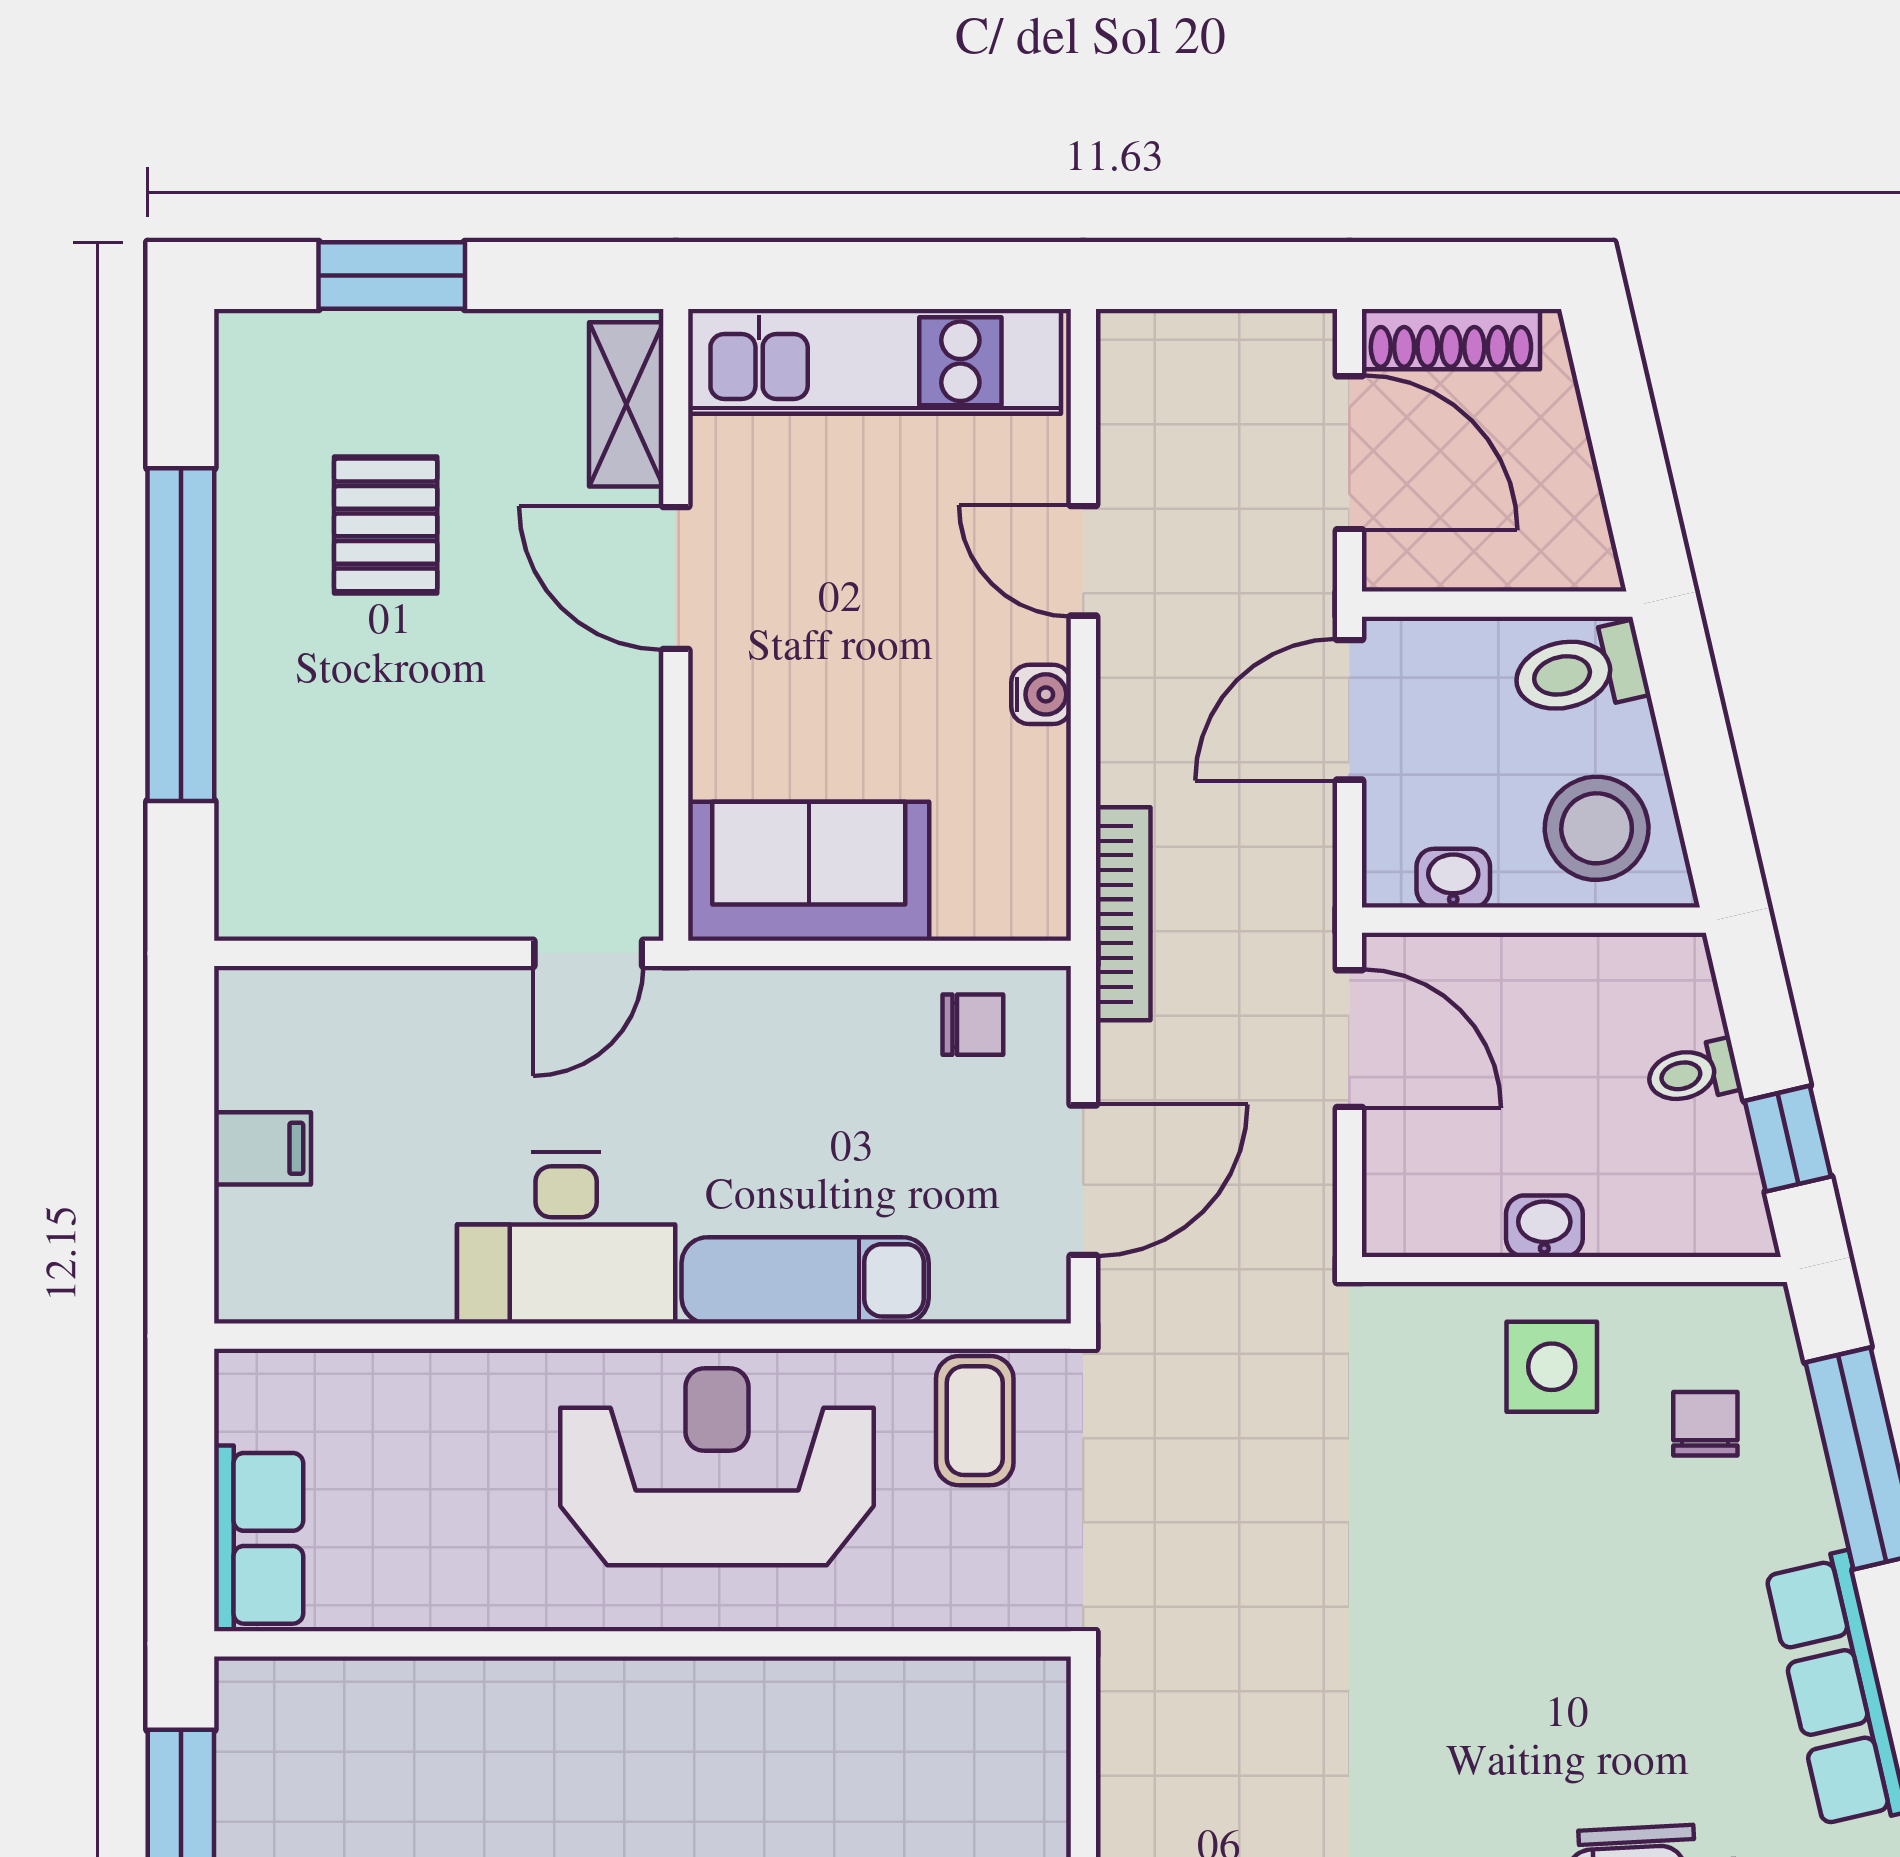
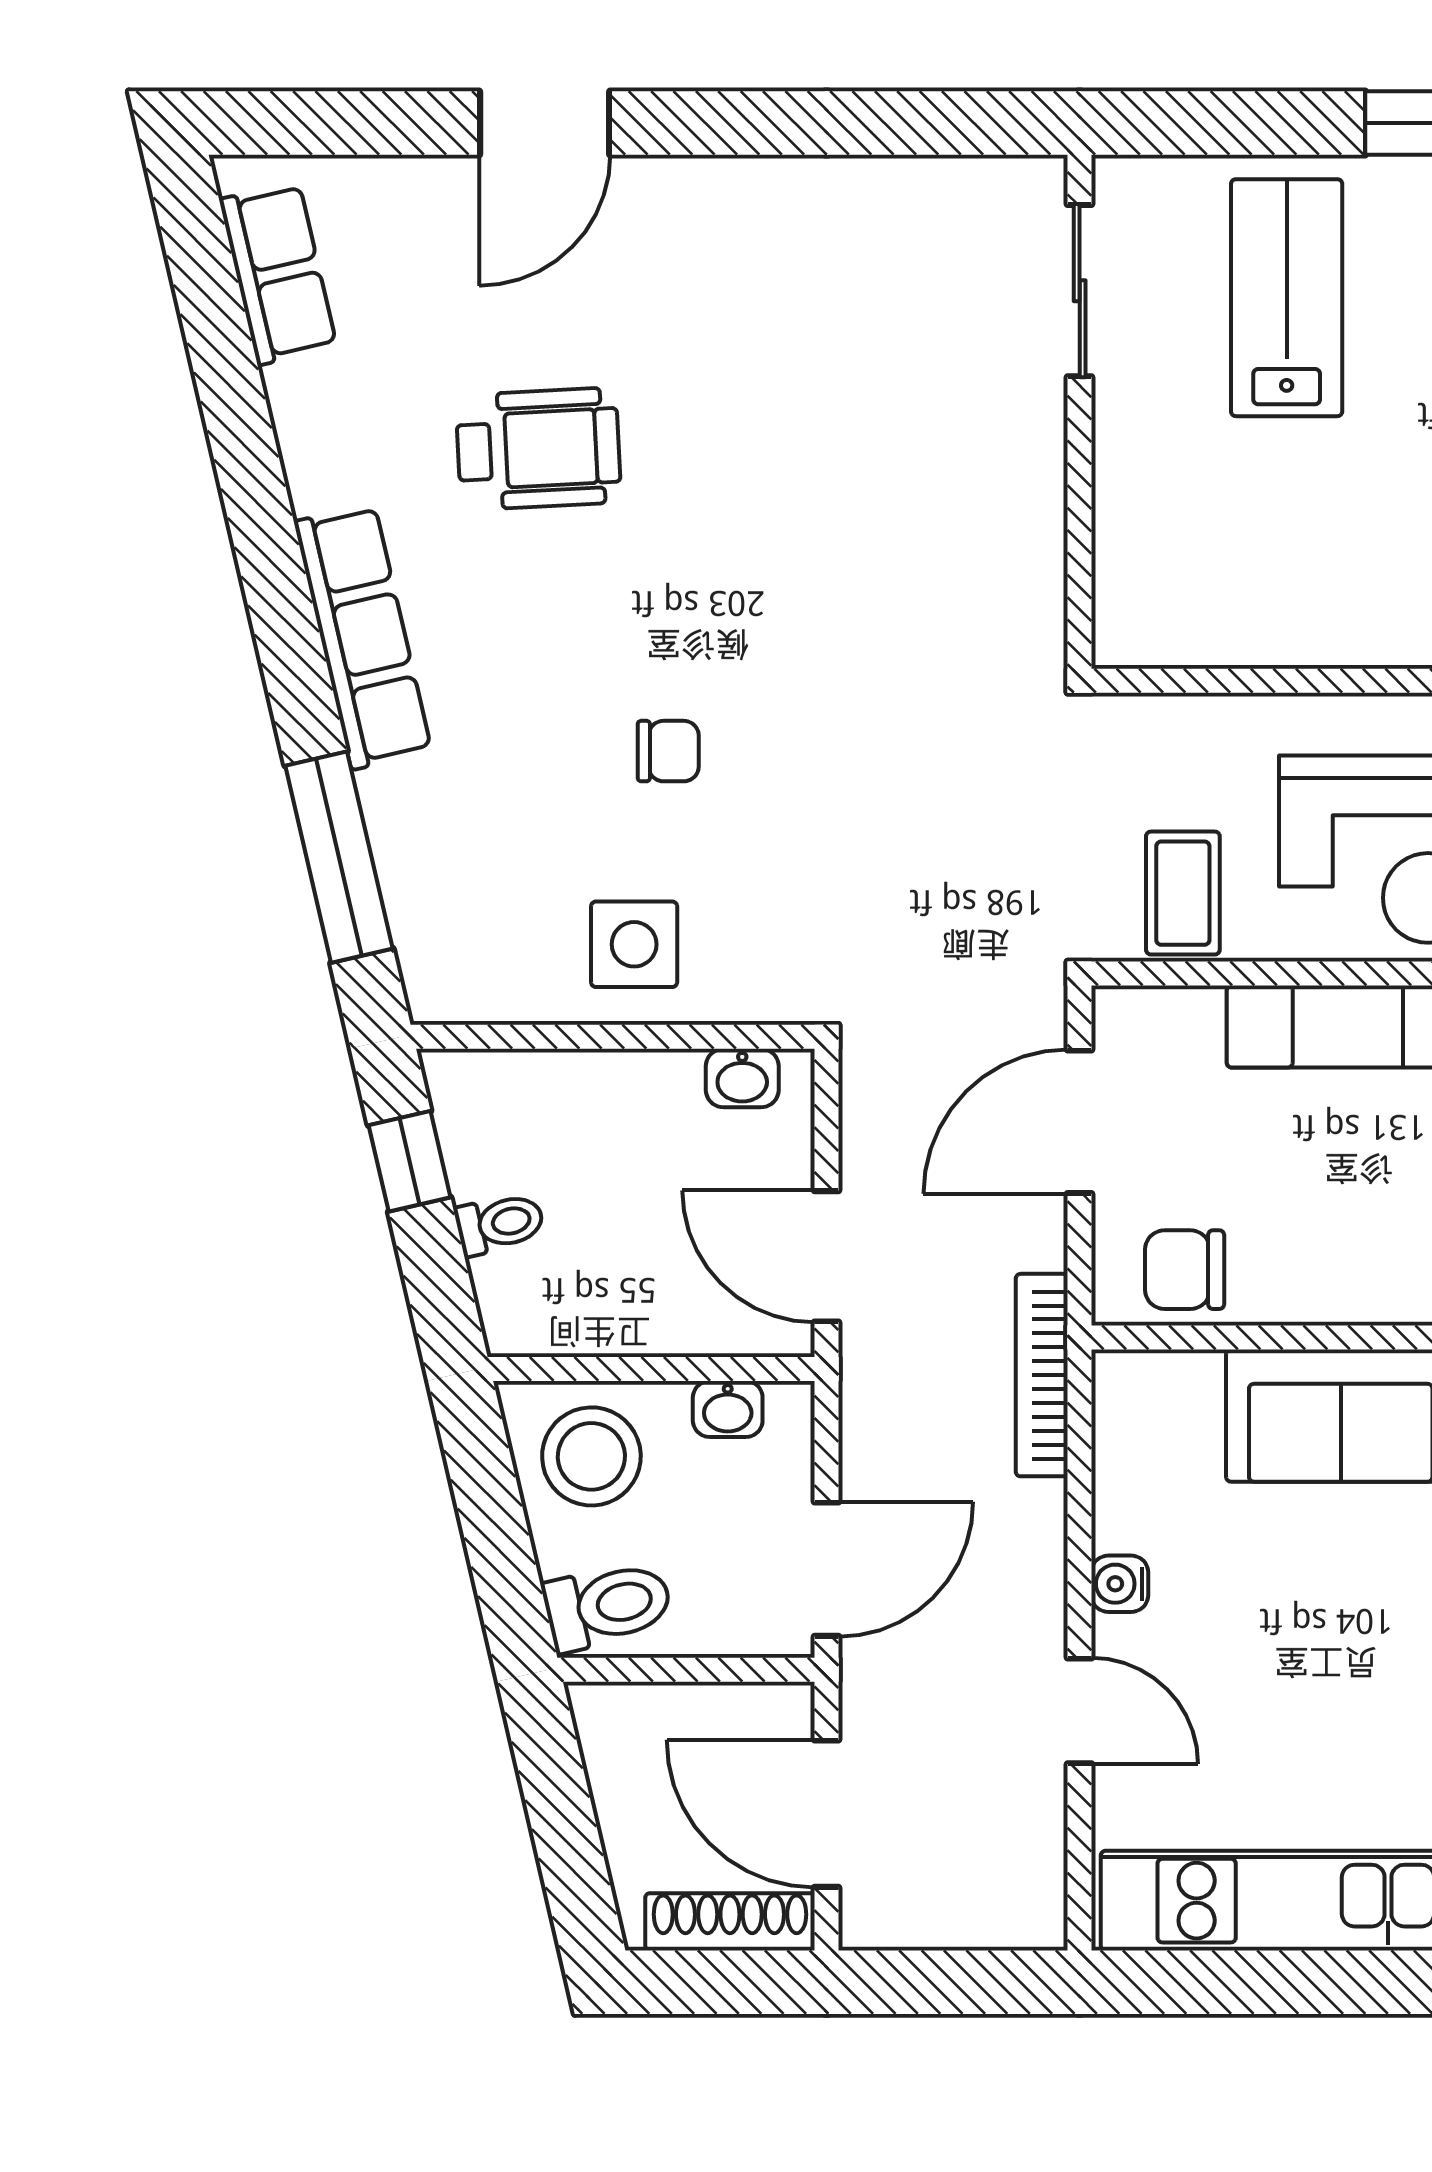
chair: (973, 1025) -> (1185, 1270), width x1.37, depth x1.37
washbasin: (1544, 1226) -> (742, 1078), moved
chair: (1705, 1424) -> (668, 751), moved, turned -90

